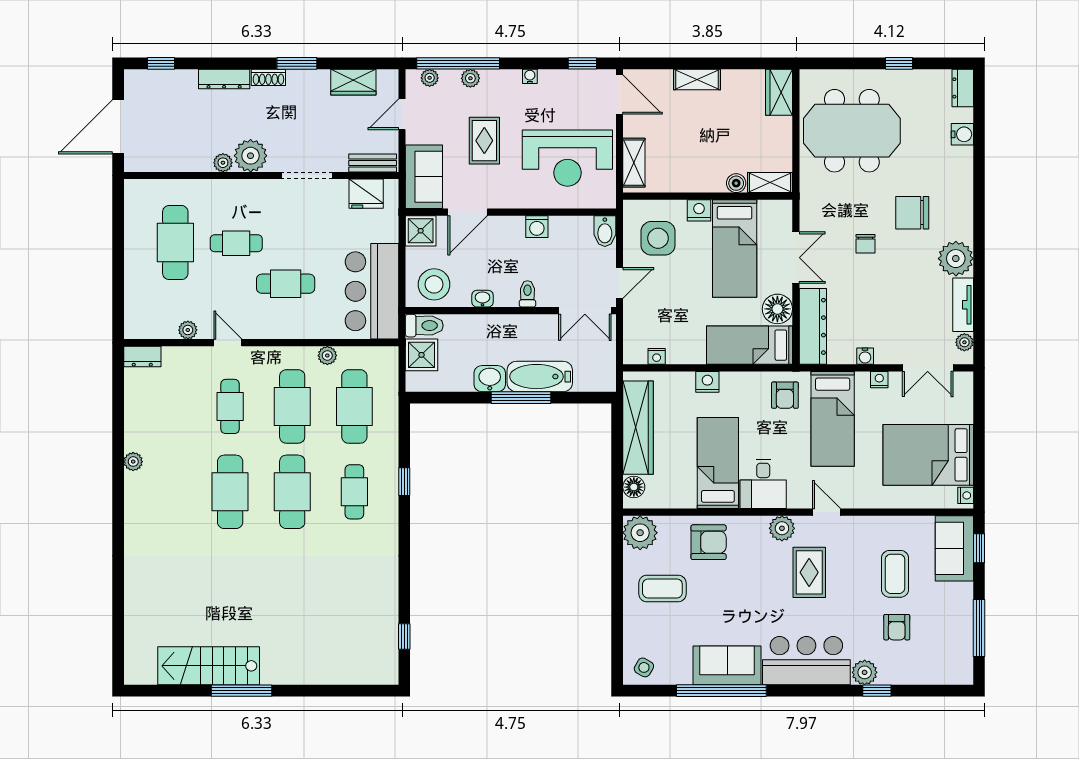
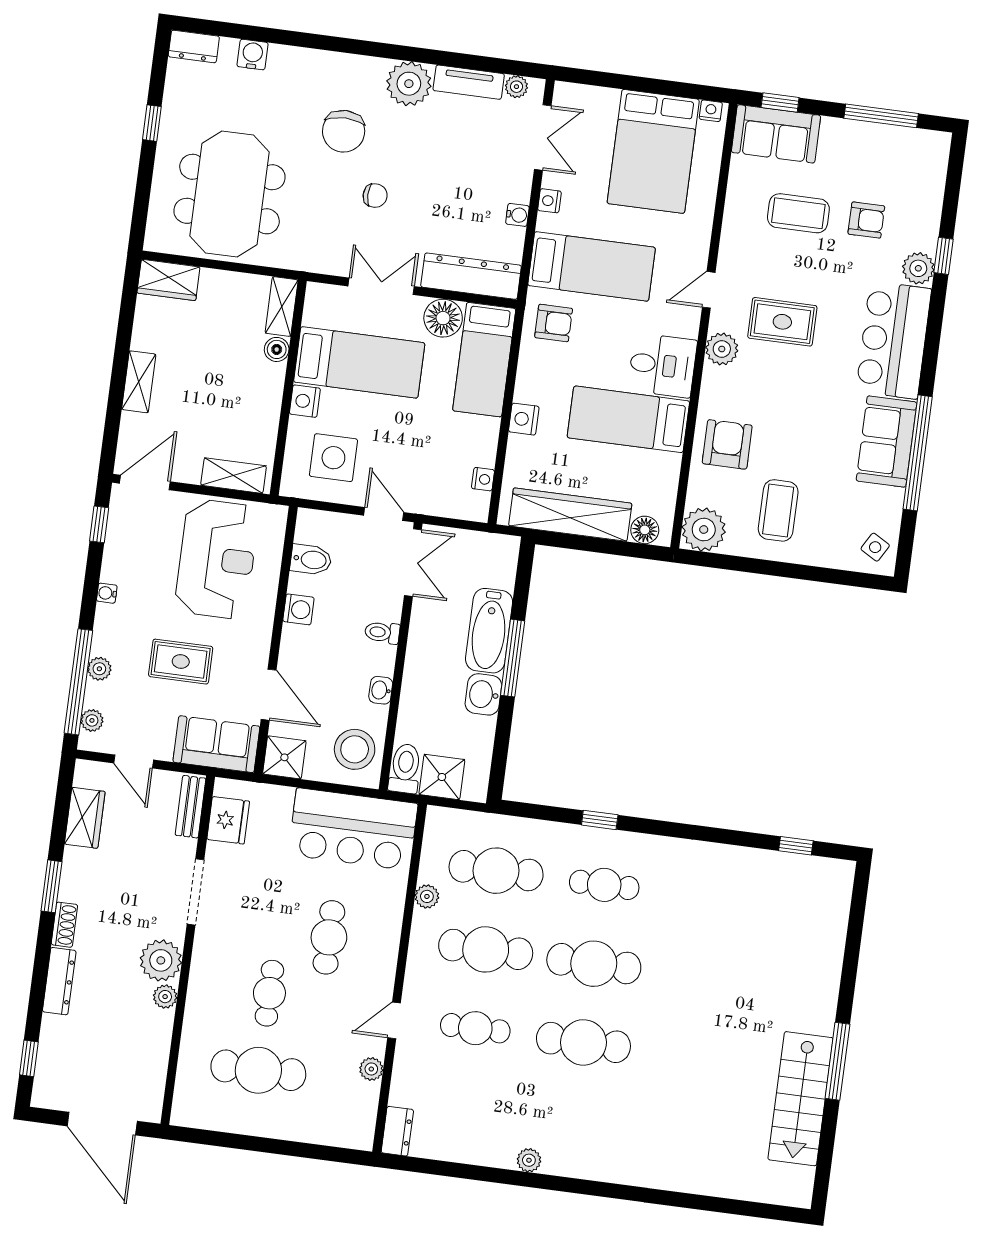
bidet: (605, 231) -> (311, 560), moved

